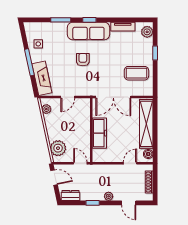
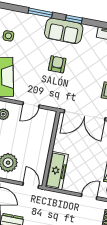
sofa: (88, 31) -> (64, 31), width x0.73
freezer: (99, 133) -> (57, 171), moved

